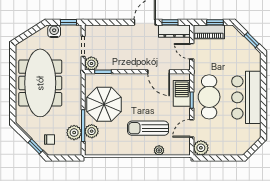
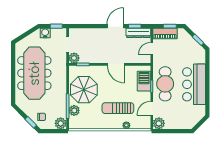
door: (192, 51) -> (152, 49), hinge flipped
door: (159, 72) -> (116, 64), moved
plant: (74, 133) -> (61, 123), moved

